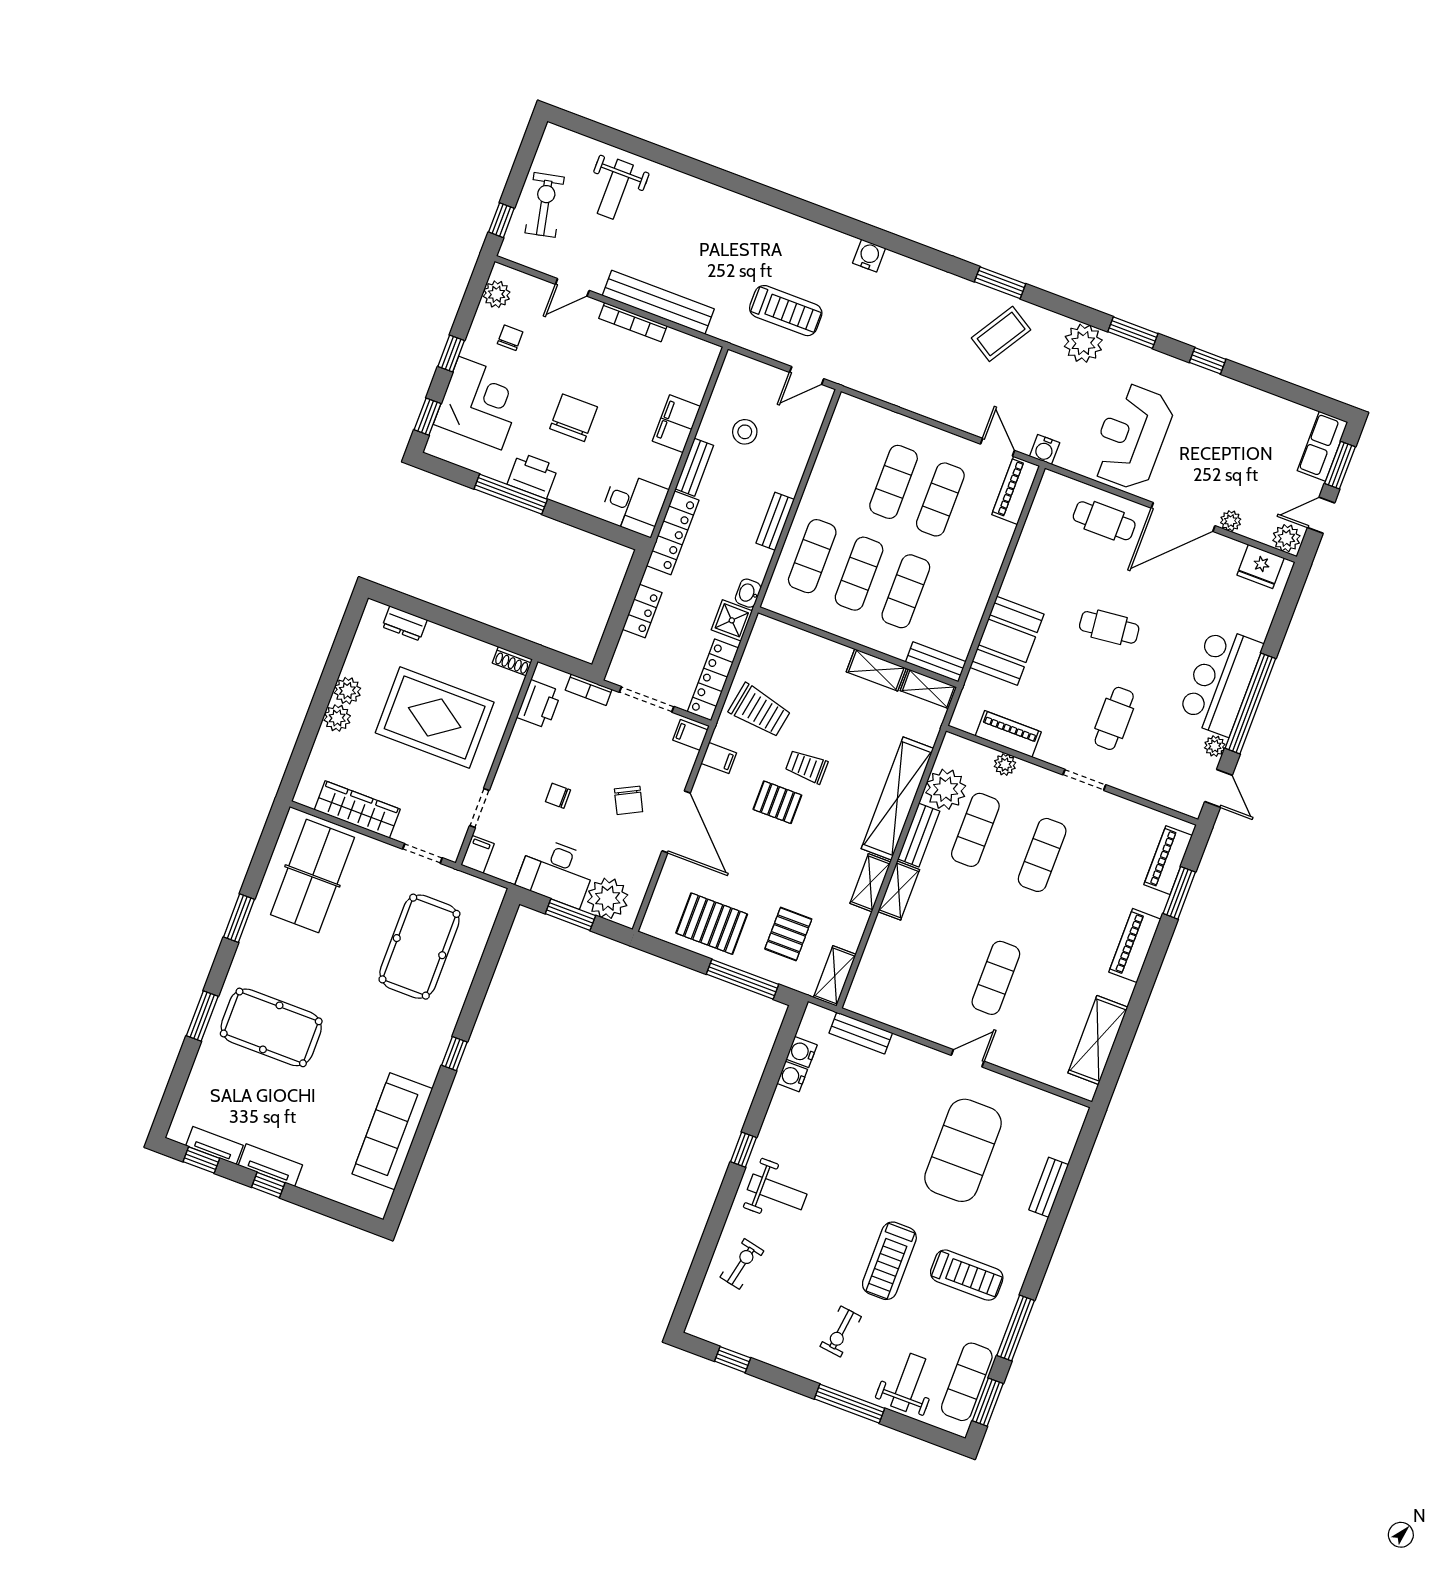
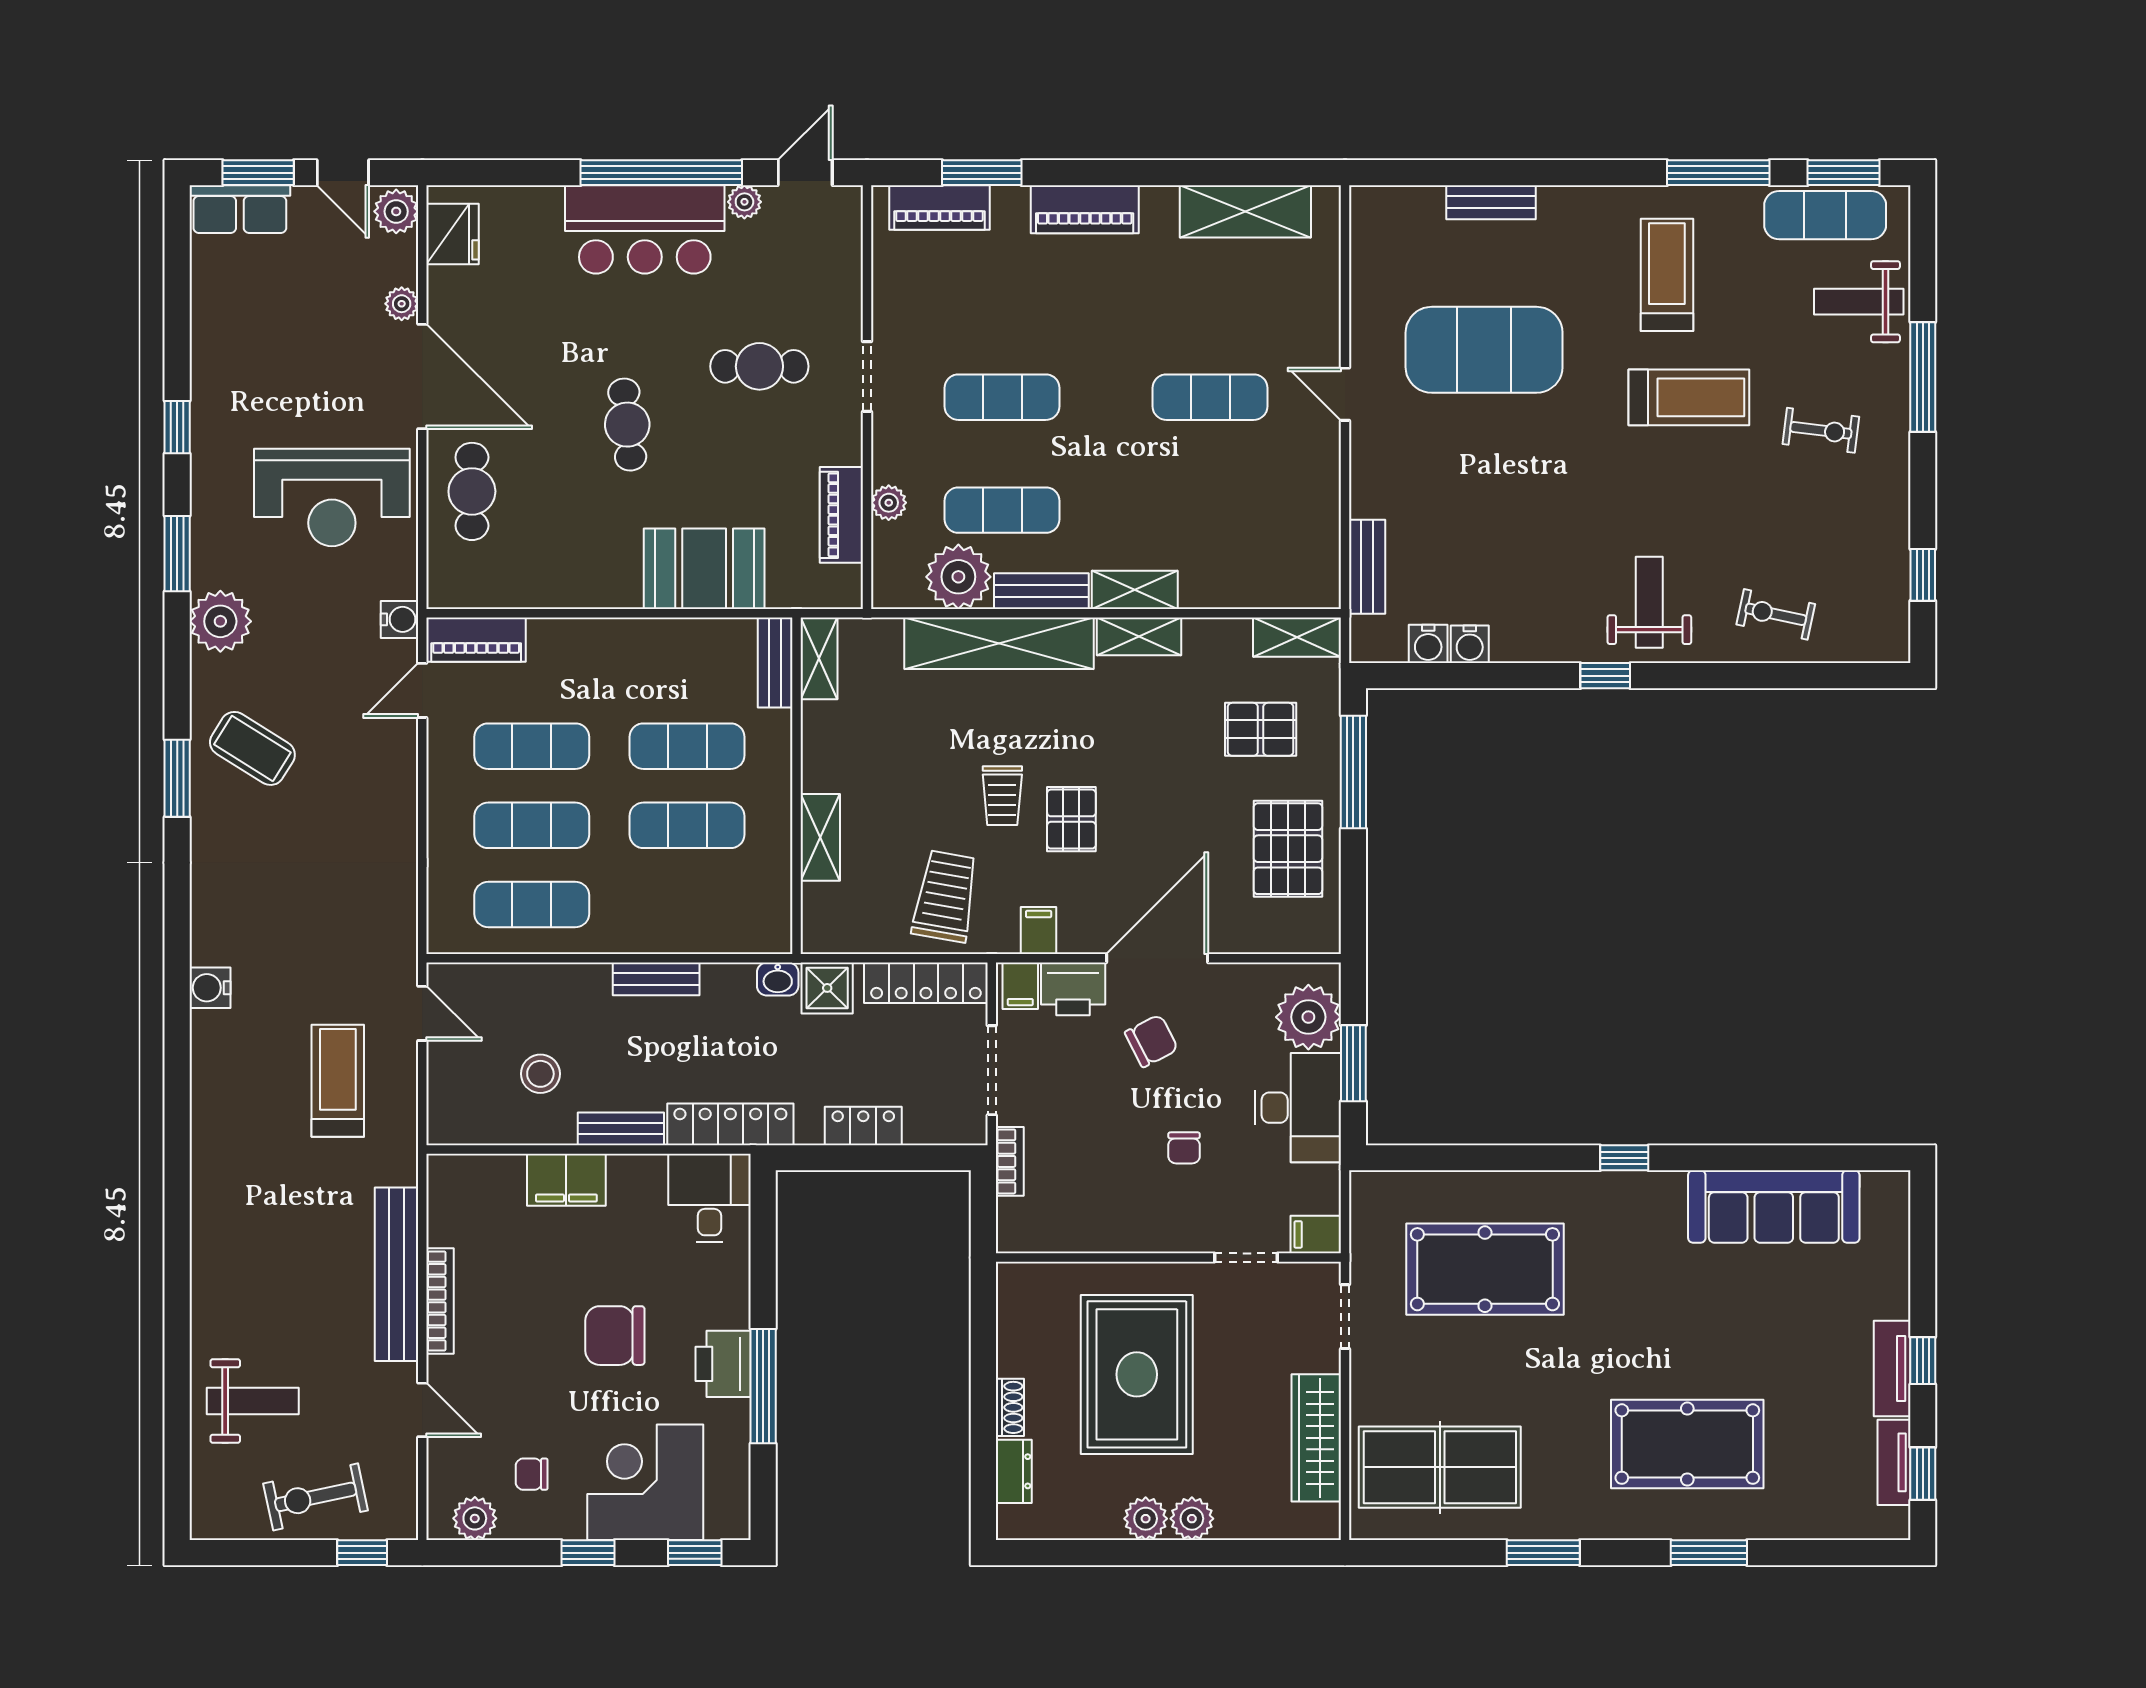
exercise mat: (812, 556) -> (532, 905), moved
shoe rack: (512, 661) -> (1010, 1407), moved
shelving: (876, 670) -> (820, 837), moved
printer: (539, 704) -> (1073, 989), moved, turned 180
pool table: (271, 1027) -> (1687, 1444), turned 90

